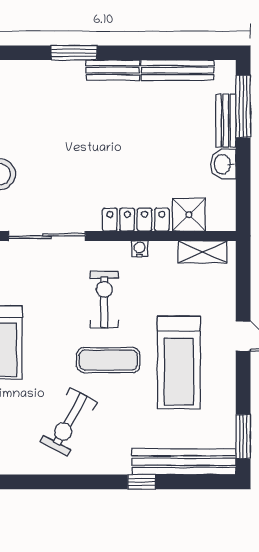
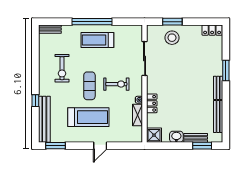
window: (243, 106) -> (202, 146), width x0.69
shower: (189, 215) -> (154, 135), moved
locker: (136, 220) -> (152, 103), width x0.66
shelving: (203, 252) -> (138, 115), moved
treadmill: (179, 362) -> (88, 117), turned 180
exercise bike: (69, 422) -> (62, 68), turned -119

